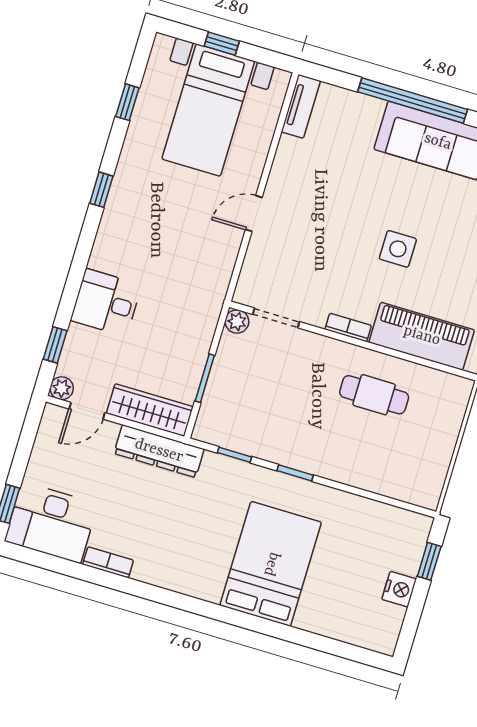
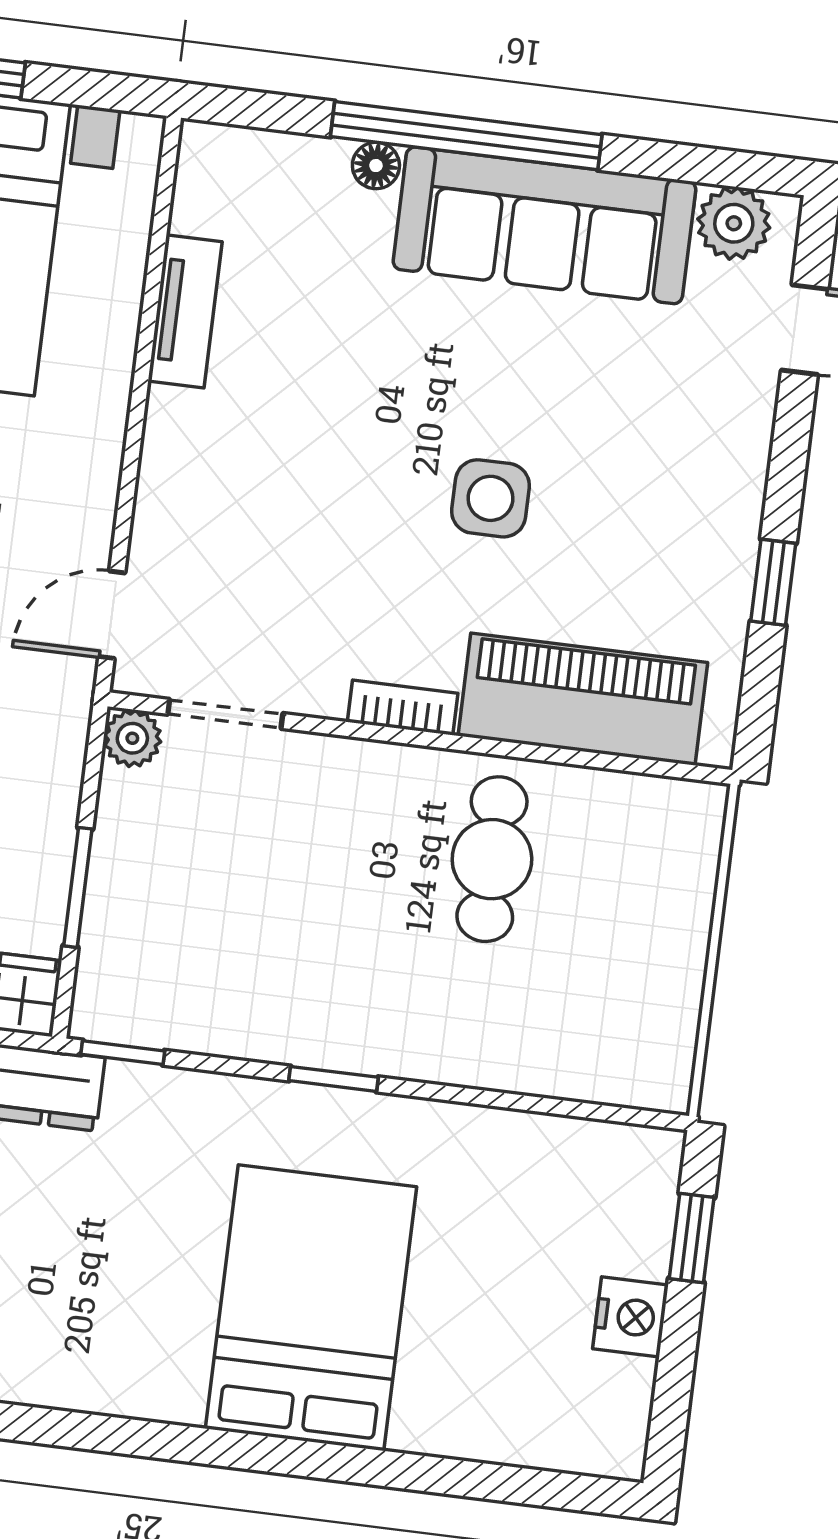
tv unit: (301, 106) -> (185, 311), moved
floor lamp: (374, 107) -> (376, 166), added
door: (254, 214) -> (112, 615), moved
cafe table: (374, 395) -> (492, 859), turned 90
window: (235, 455) -> (123, 1053), moved

